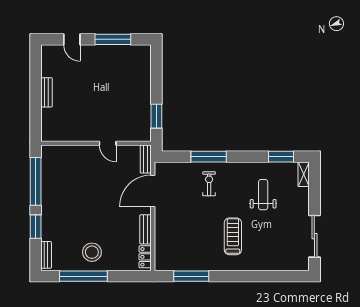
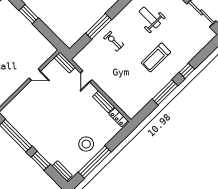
window: (156, 116) -> (29, 14), moved
door: (153, 191) -> (86, 76), width x0.53
treadmill: (233, 236) -> (156, 57), turned -90
window: (191, 276) -> (165, 92), moved
window: (249, 276) -> (187, 71), added

